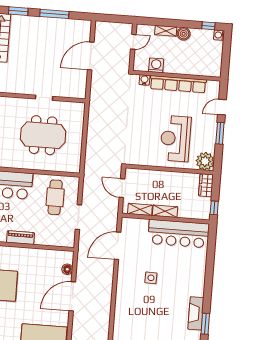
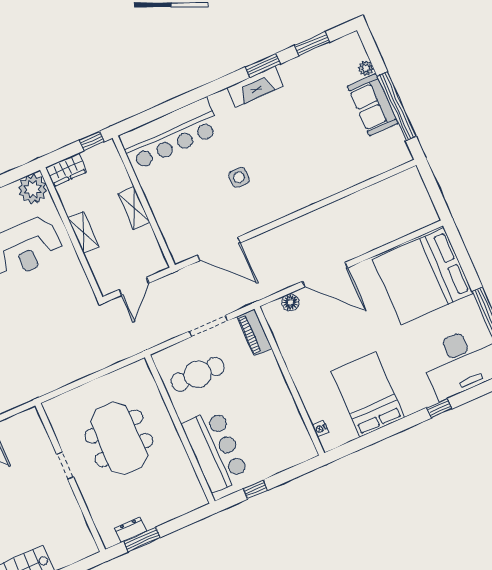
shelving: (140, 209) -> (83, 232), moved
bar counter: (179, 234) -> (170, 134), moved, turned 90
piano: (20, 238) -> (254, 332), moved

